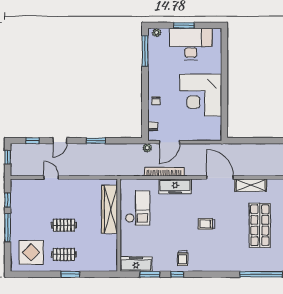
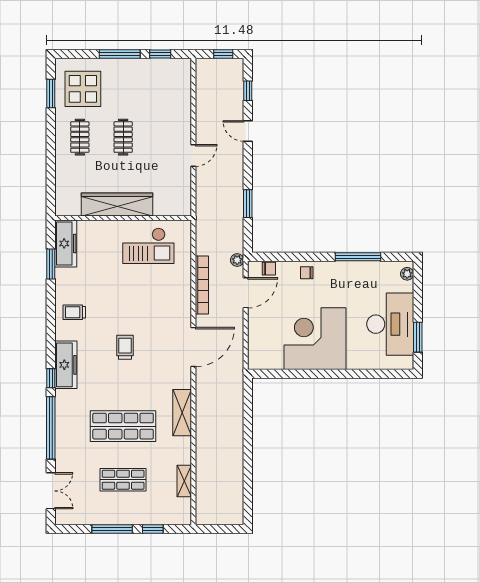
window: (184, 25) -> (418, 337), moved
window: (145, 51) -> (358, 257), moved
window: (96, 141) -> (248, 204), moved
door: (169, 142) -> (246, 293), swing flipped
door: (51, 178) -> (193, 155), moved
door: (220, 178) -> (193, 347), moved
freezer: (175, 186) -> (66, 365), moved, turned 180
wardrobe: (110, 209) -> (117, 204), moved
window: (70, 274) -> (51, 93), moved
window: (177, 274) -> (51, 378), moved

